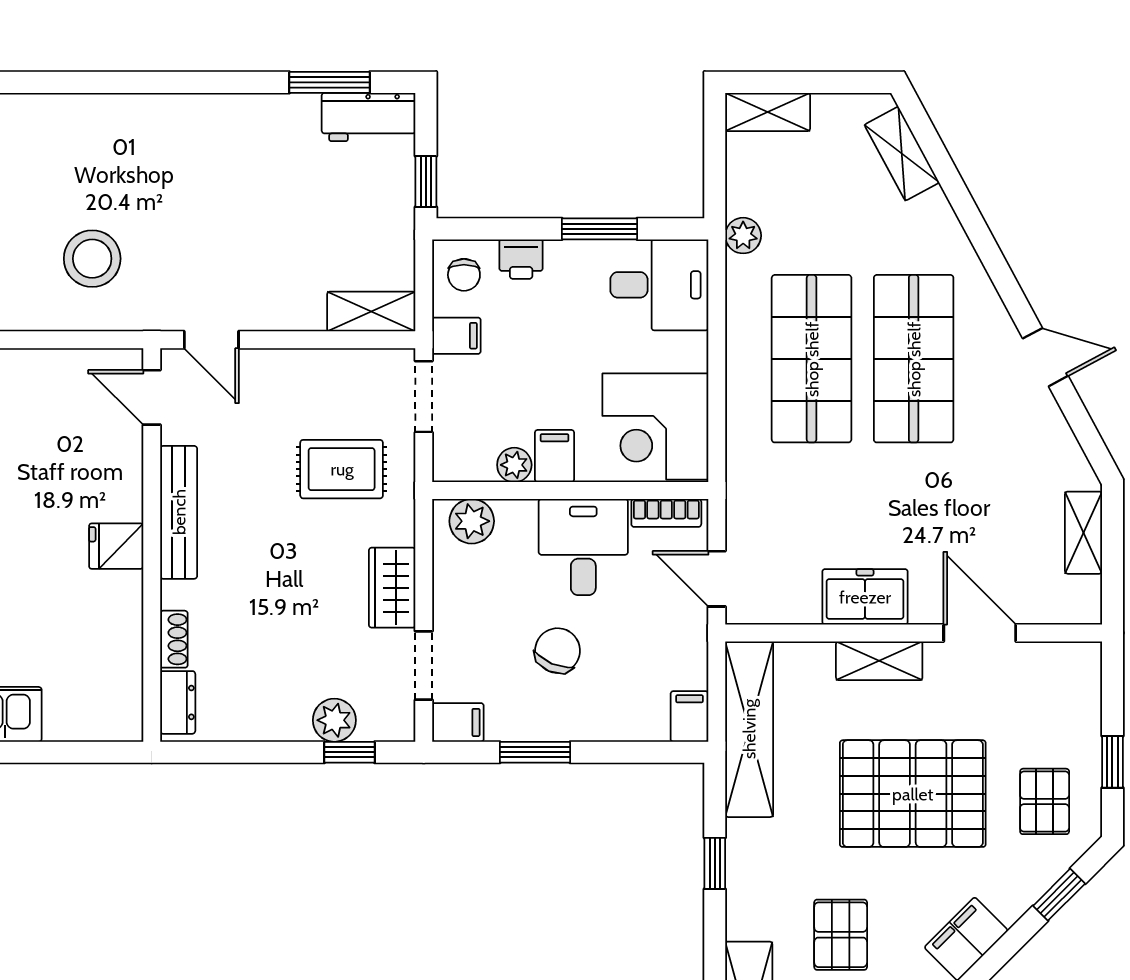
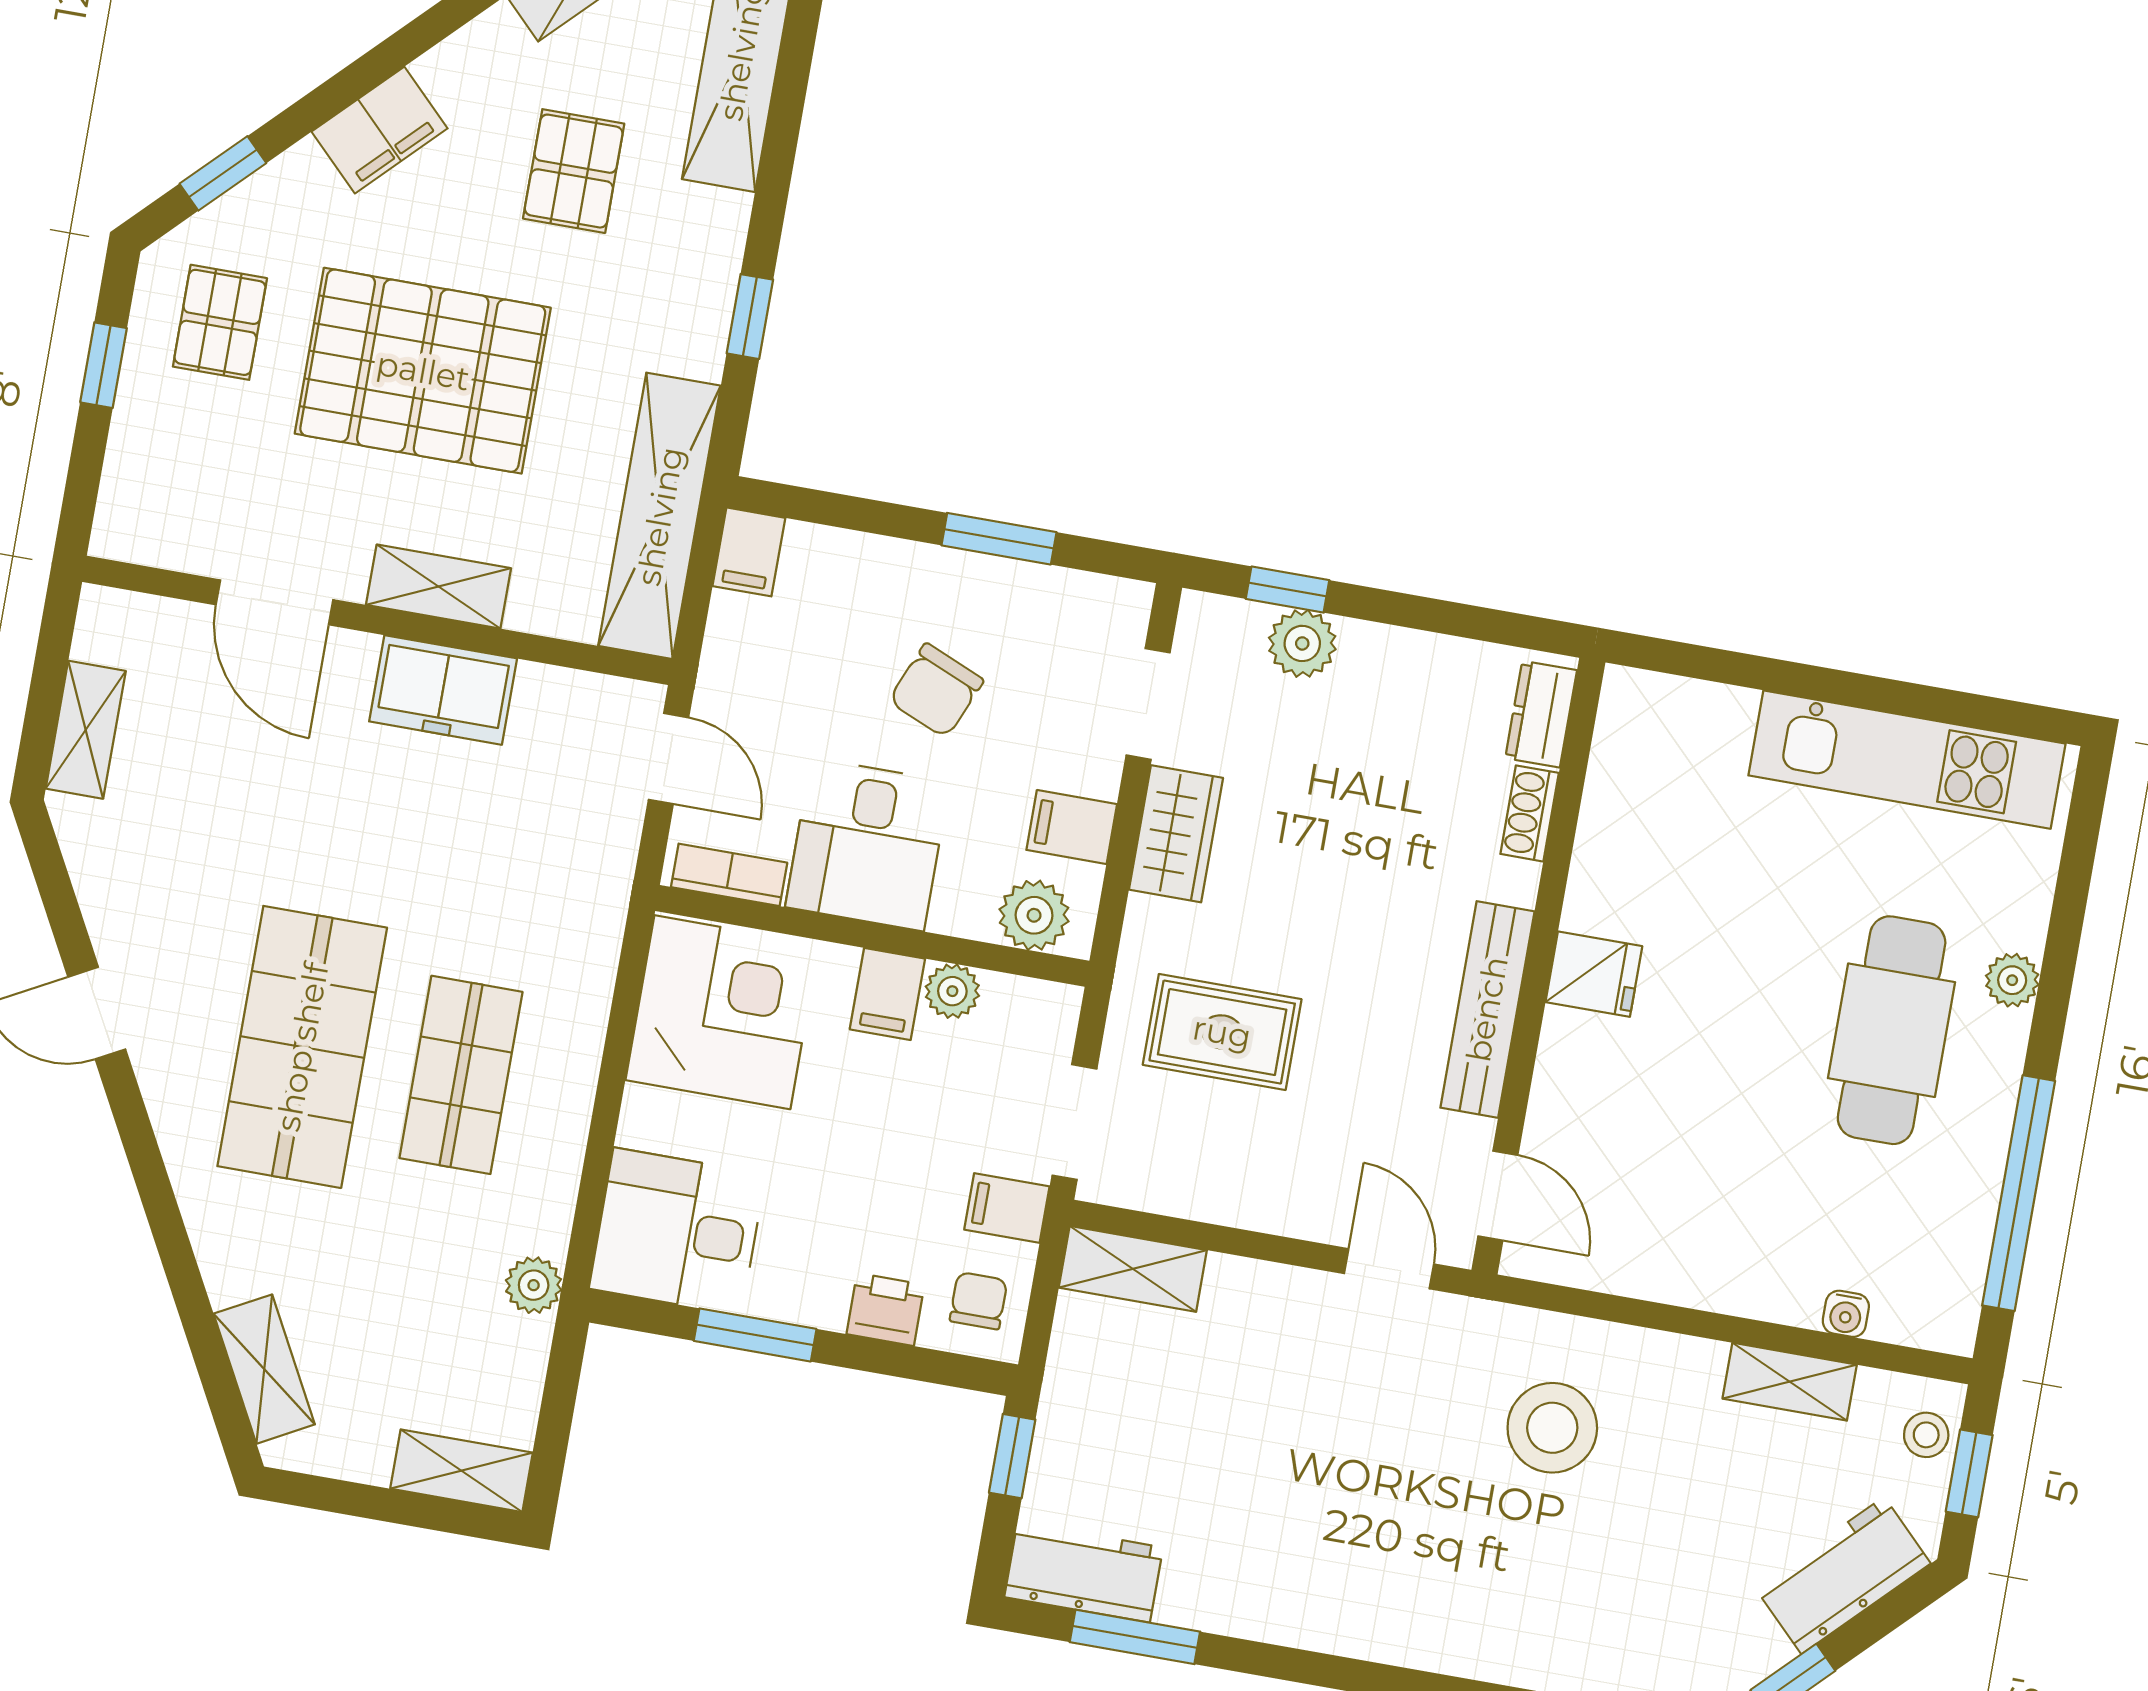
shop shelf: (812, 359) -> (461, 1075), width x0.70, depth x0.74
filing cabinet: (458, 722) -> (1072, 827), moved

